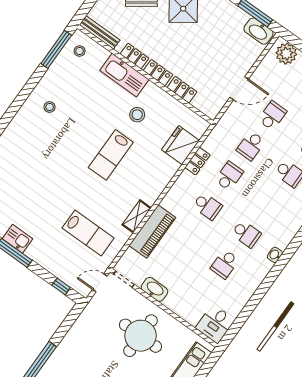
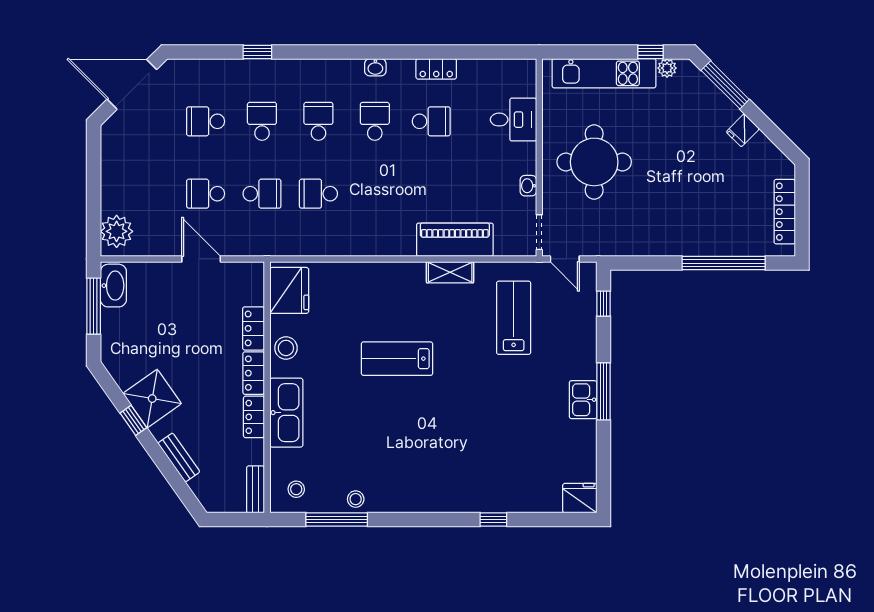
bench: (100, 32) -> (255, 489), width x0.73
window: (56, 49) -> (337, 520), moved
stool: (50, 107) -> (356, 499), moved
stool: (137, 115) -> (286, 348), moved
fridge: (181, 145) -> (289, 290), moved, turned -90
lab bench: (111, 155) -> (397, 359), turned 180
locker: (197, 161) -> (436, 69), moved, turned 180
school desk: (208, 206) -> (318, 121), moved
washbasin: (154, 289) -> (528, 186), width x0.52, depth x0.69
desk: (215, 324) -> (513, 120), moved

